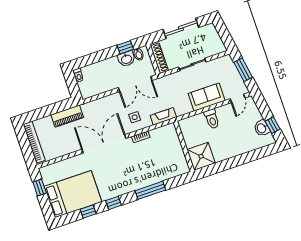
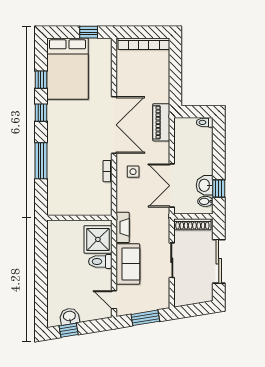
piano: (67, 116) -> (161, 122), moved
fireplace: (163, 116) -> (123, 227), moved
shower: (201, 156) -> (98, 239), moved

